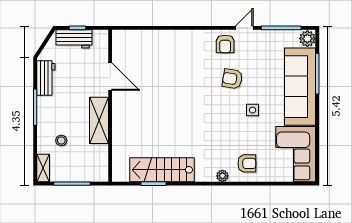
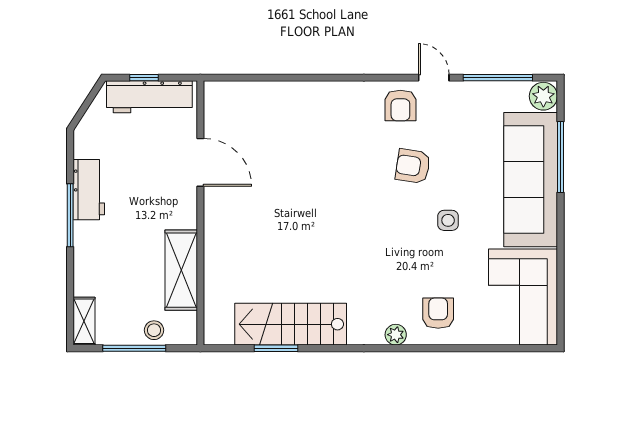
door: (244, 28) -> (434, 78), hinge flipped
workbench: (74, 39) -> (149, 97), width x1.38
workbench: (46, 78) -> (89, 190), moved
shelving: (99, 120) -> (181, 270), moved
stool: (61, 141) -> (154, 330), moved
armchair: (247, 163) -> (438, 313), turned -90

